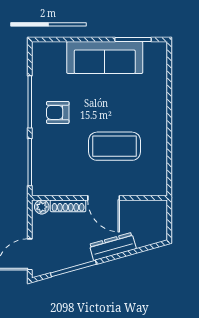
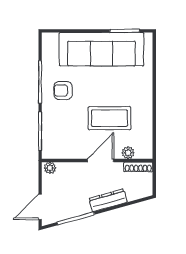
sofa: (105, 58) -> (101, 49), width x1.36, depth x1.27
plant: (137, 188) -> (128, 153), added
door: (104, 198) -> (101, 160), swing flipped
shoe rack: (68, 206) -> (138, 167), moved

